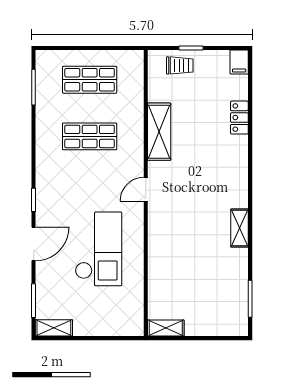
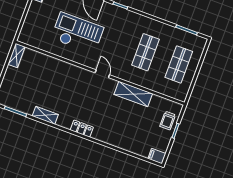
locker: (239, 118) -> (82, 129), moved
shelving: (240, 228) -> (45, 115), moved
checkout: (98, 249) -> (77, 33), turned 180

